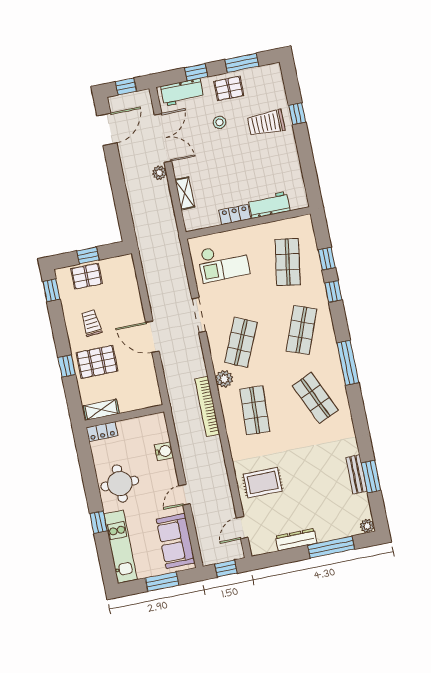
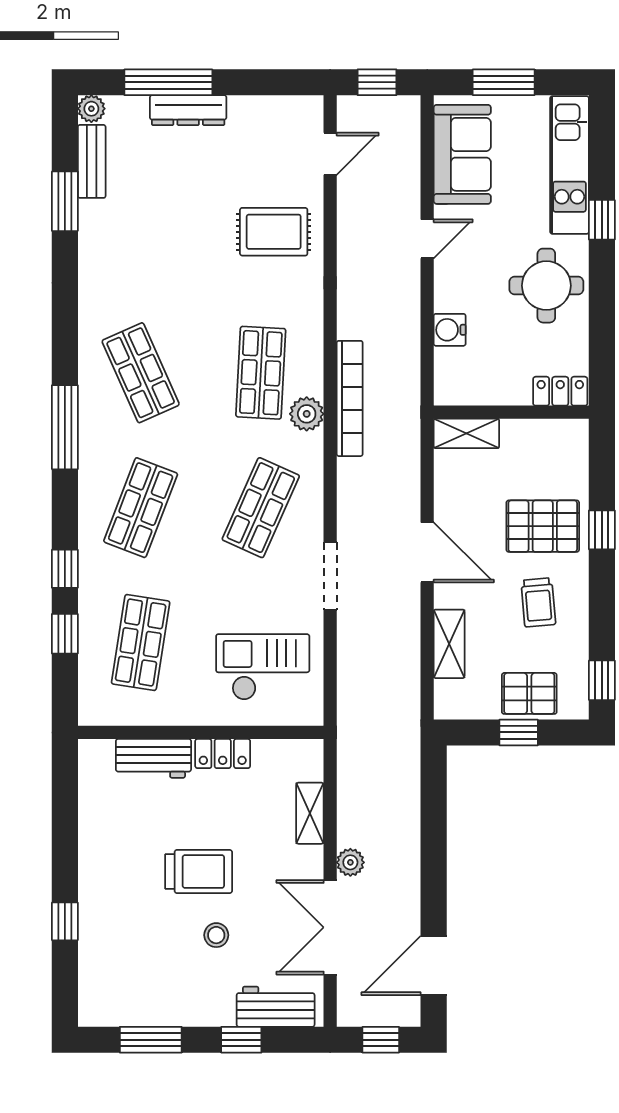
pallet: (229, 88) -> (185, 996), removed
trolley: (266, 123) -> (199, 871), moved
shelving: (132, 293) -> (449, 644), added
plant: (224, 379) -> (307, 414), moved
shelving: (101, 410) -> (466, 433), moved
bench: (356, 474) -> (92, 161), moved
dresser: (296, 540) -> (188, 110), moved

